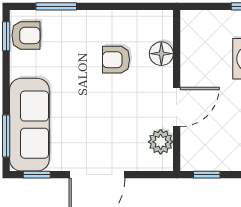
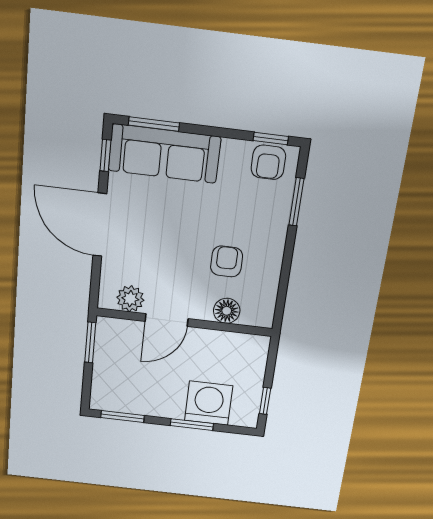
door: (177, 107) -> (167, 320), hinge flipped
window: (207, 175) -> (90, 342), width x1.50

